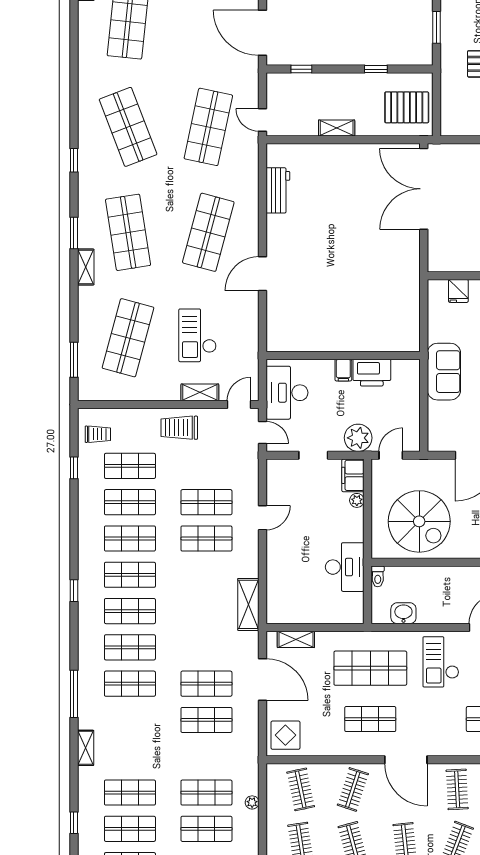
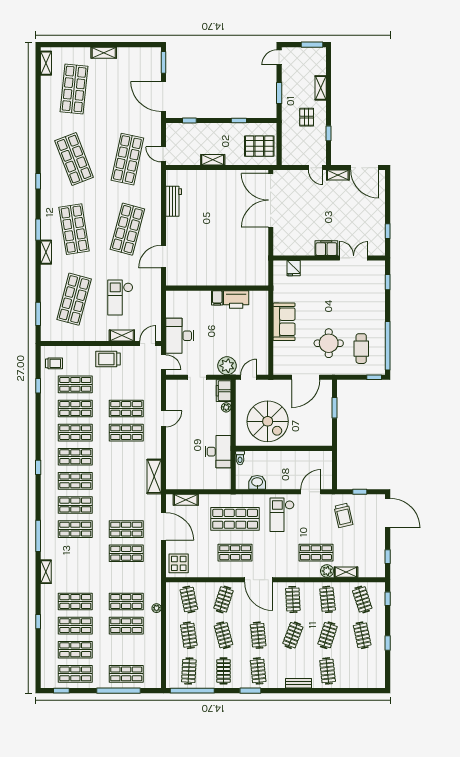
wall: (343, 355) -> (217, 288), moved
filing cabinet: (343, 370) -> (217, 298), moved
printer: (372, 373) -> (236, 299), moved

